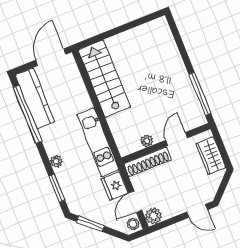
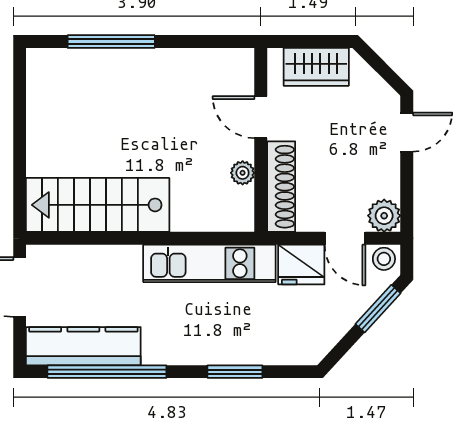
window: (200, 94) -> (111, 42), moved
plant: (56, 162) -> (214, 353), removed
window: (57, 188) -> (235, 372), moved
window: (90, 224) -> (378, 309), moved

